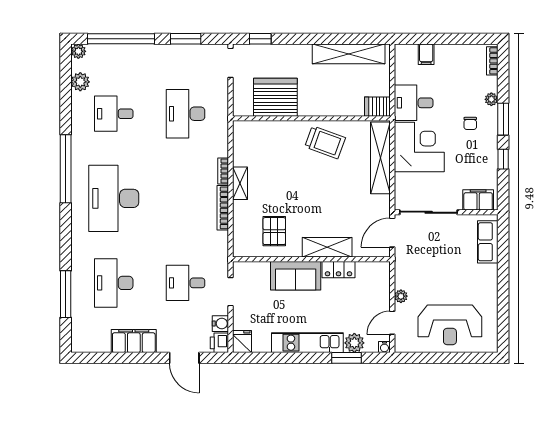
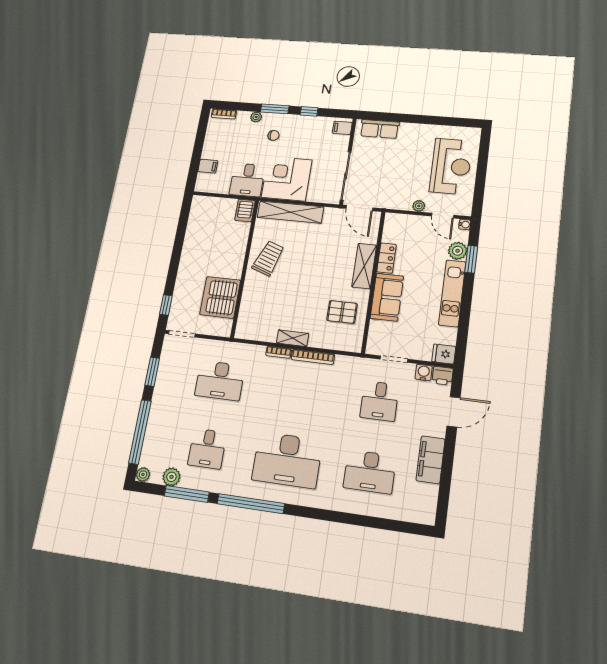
shelving: (349, 54) -> (195, 230), removed
filing cabinet: (478, 200) -> (342, 128), width x0.50
window: (66, 294) -> (187, 494), moved

